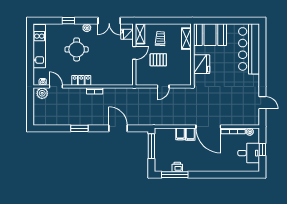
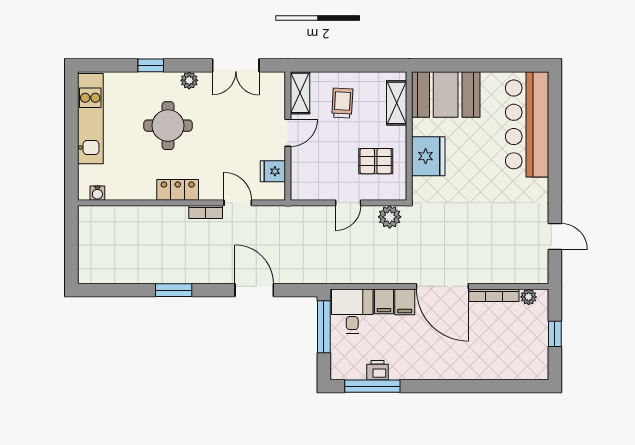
fridge: (127, 34) -> (273, 171), moved
pallet: (158, 60) -> (376, 161), moved
door: (56, 87) -> (238, 203), moved
plant: (42, 93) -> (390, 217), moved
desk: (249, 153) -> (352, 311), moved, turned -90

